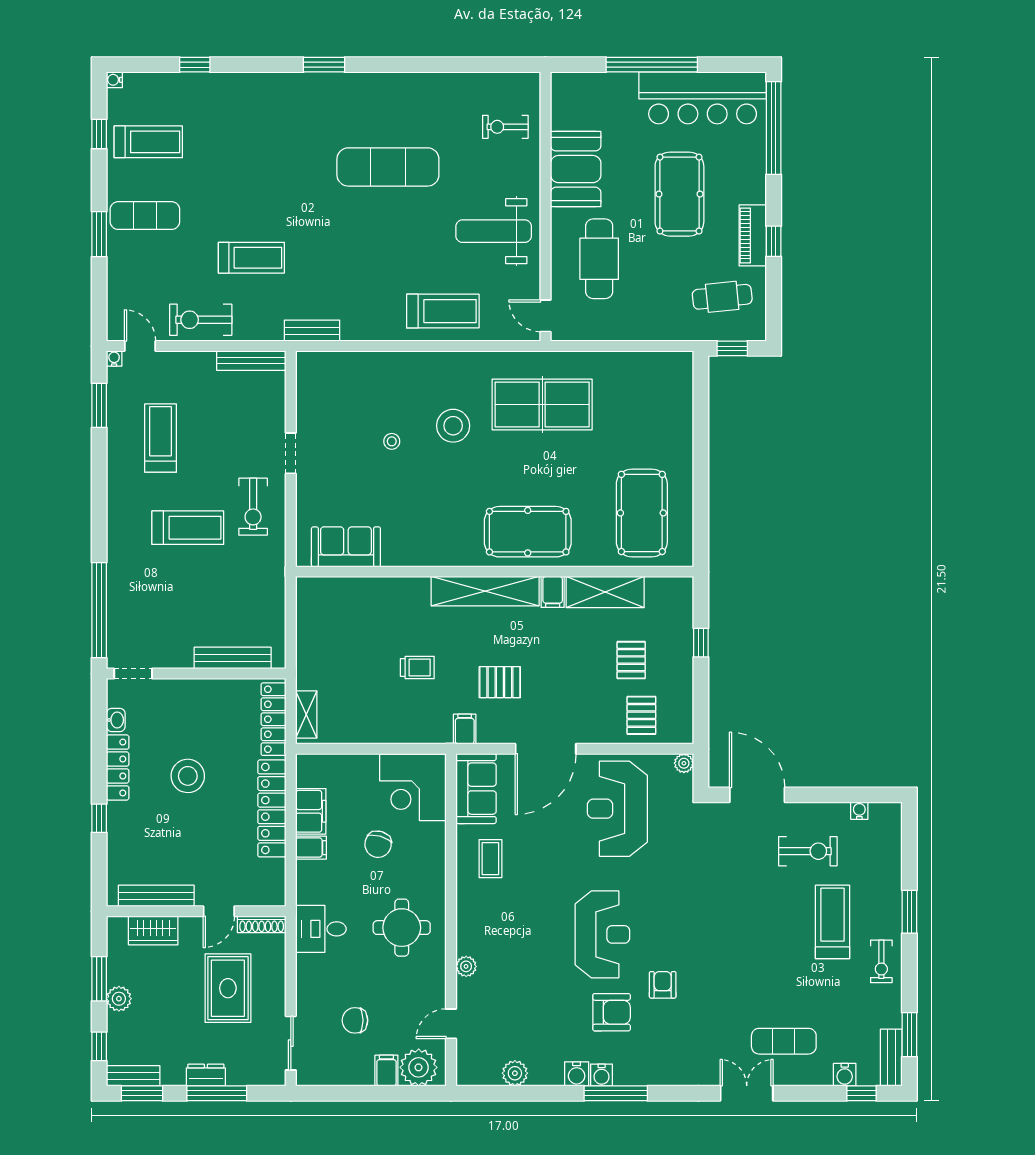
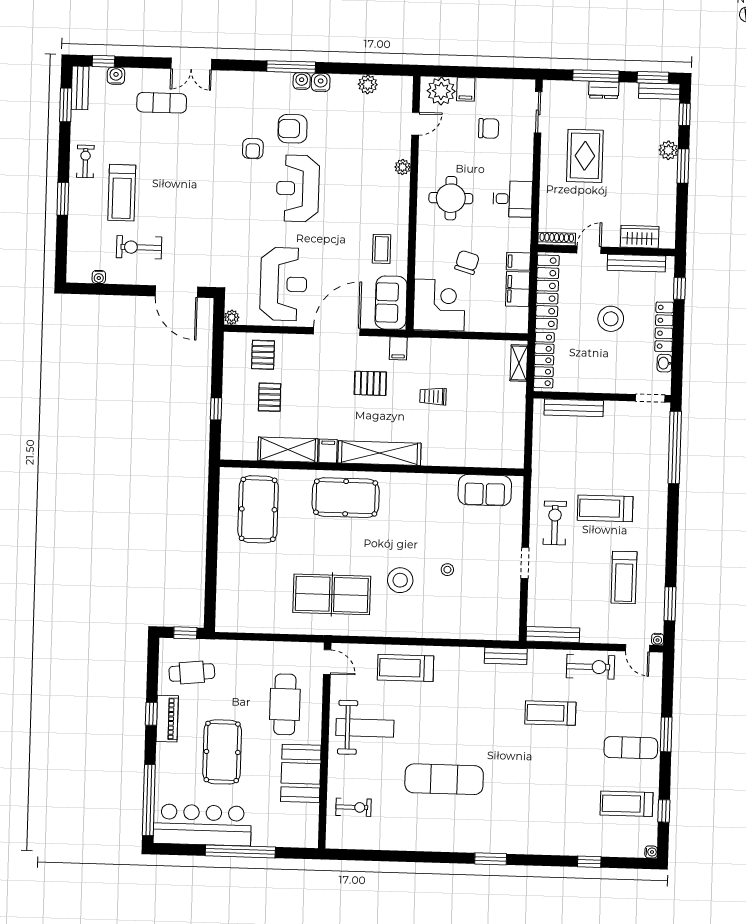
bench: (156, 896) -> (636, 263), moved
wall: (196, 911) -> (606, 250), moved
door: (219, 911) -> (589, 250), moved
shoe rack: (262, 924) -> (557, 239), moved
wardrobe: (153, 930) -> (640, 237), moved

